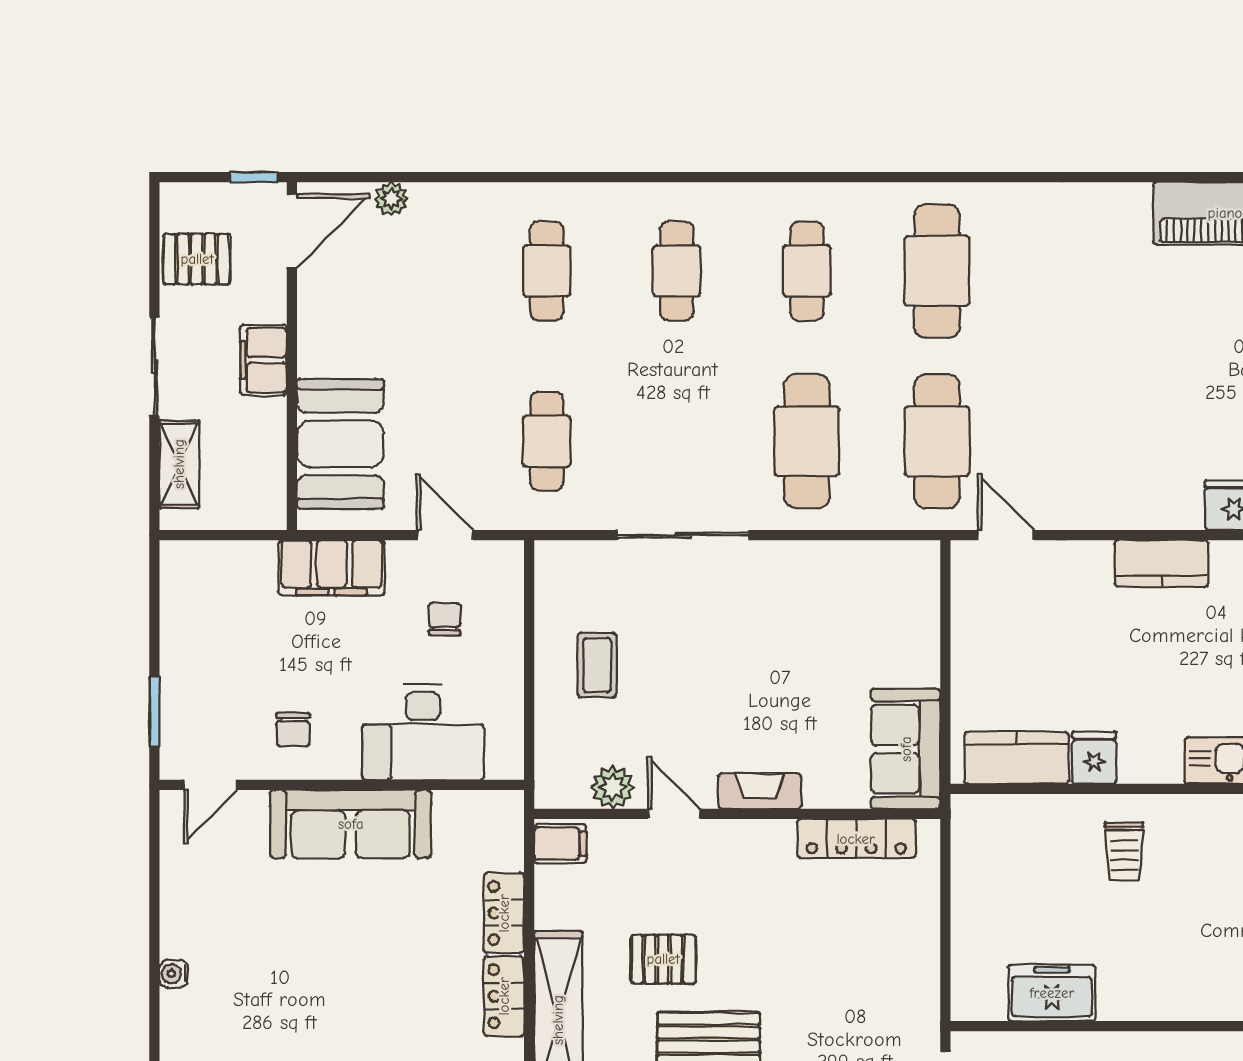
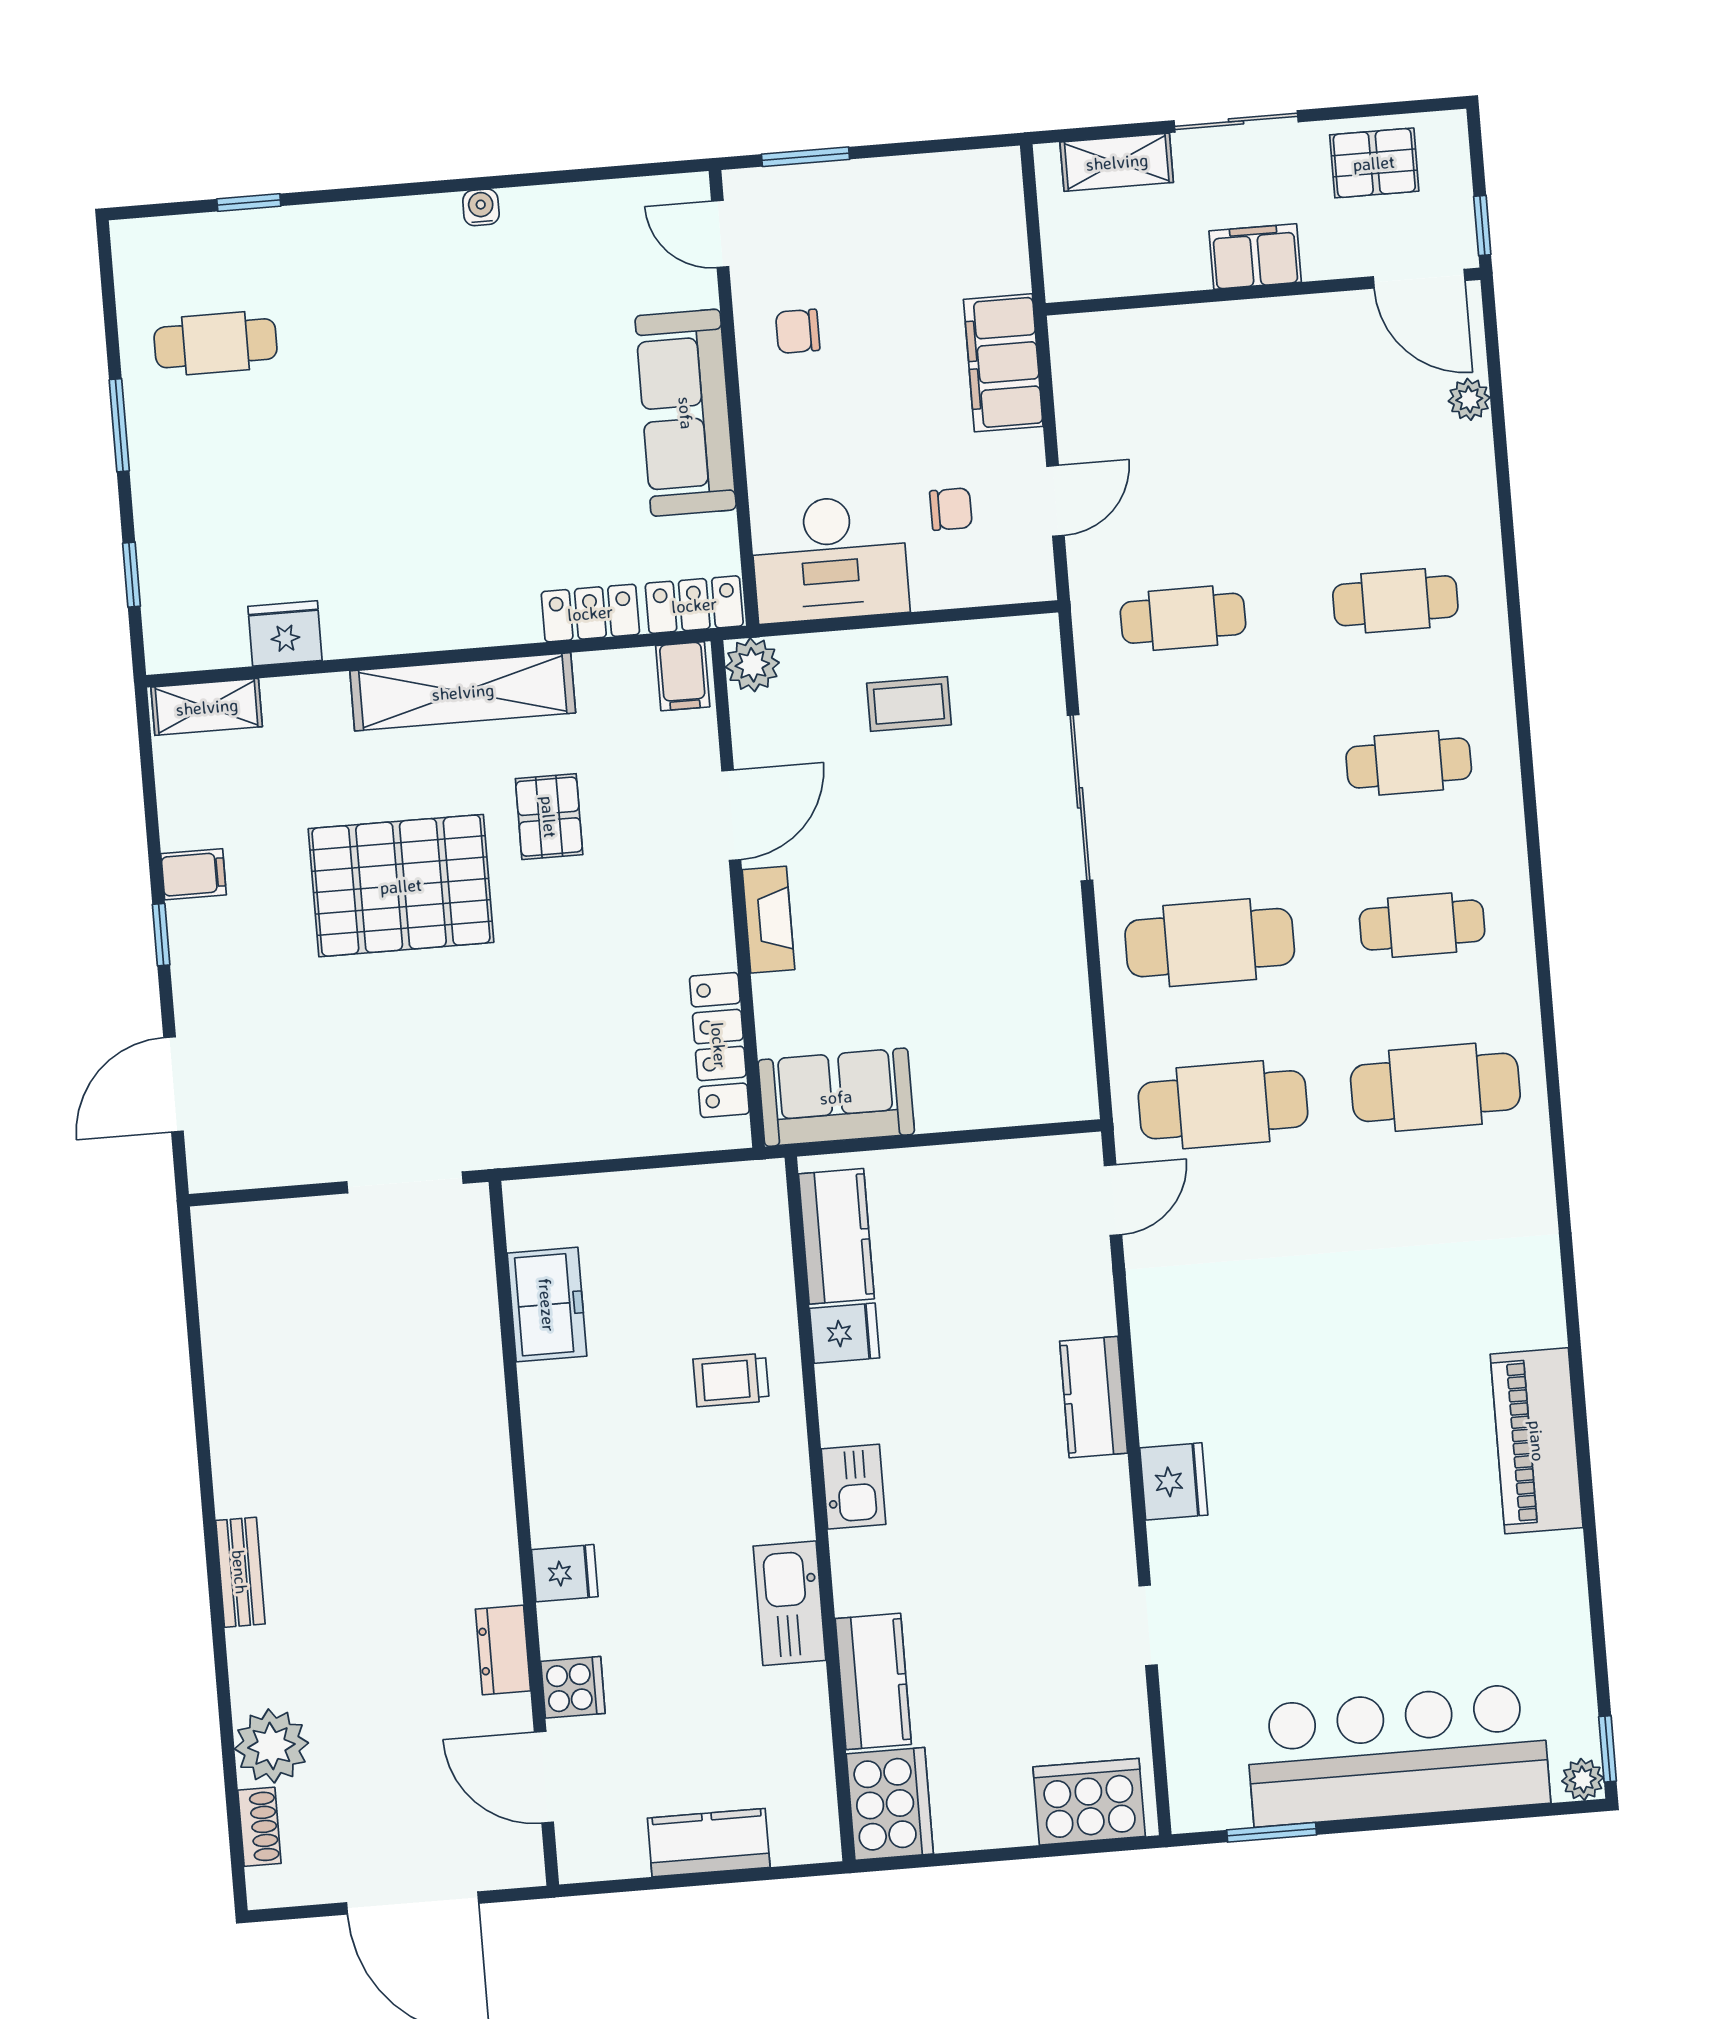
pallet: (197, 259) -> (1374, 163), turned 90
booth: (340, 444) -> (1159, 361), removed
desk: (423, 732) -> (830, 559), moved, turned -90
plant: (613, 787) -> (752, 665), moved
door: (674, 814) -> (731, 815), width x1.38
locker: (504, 996) -> (694, 605), moved

